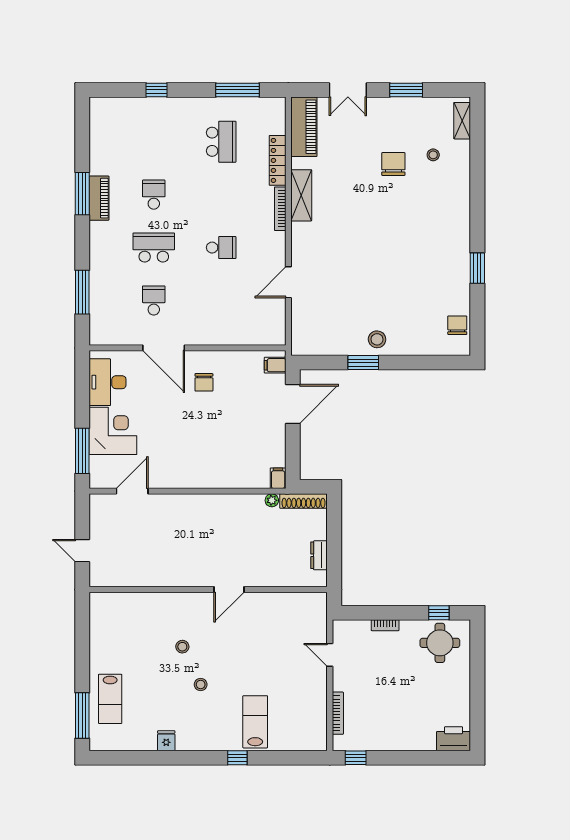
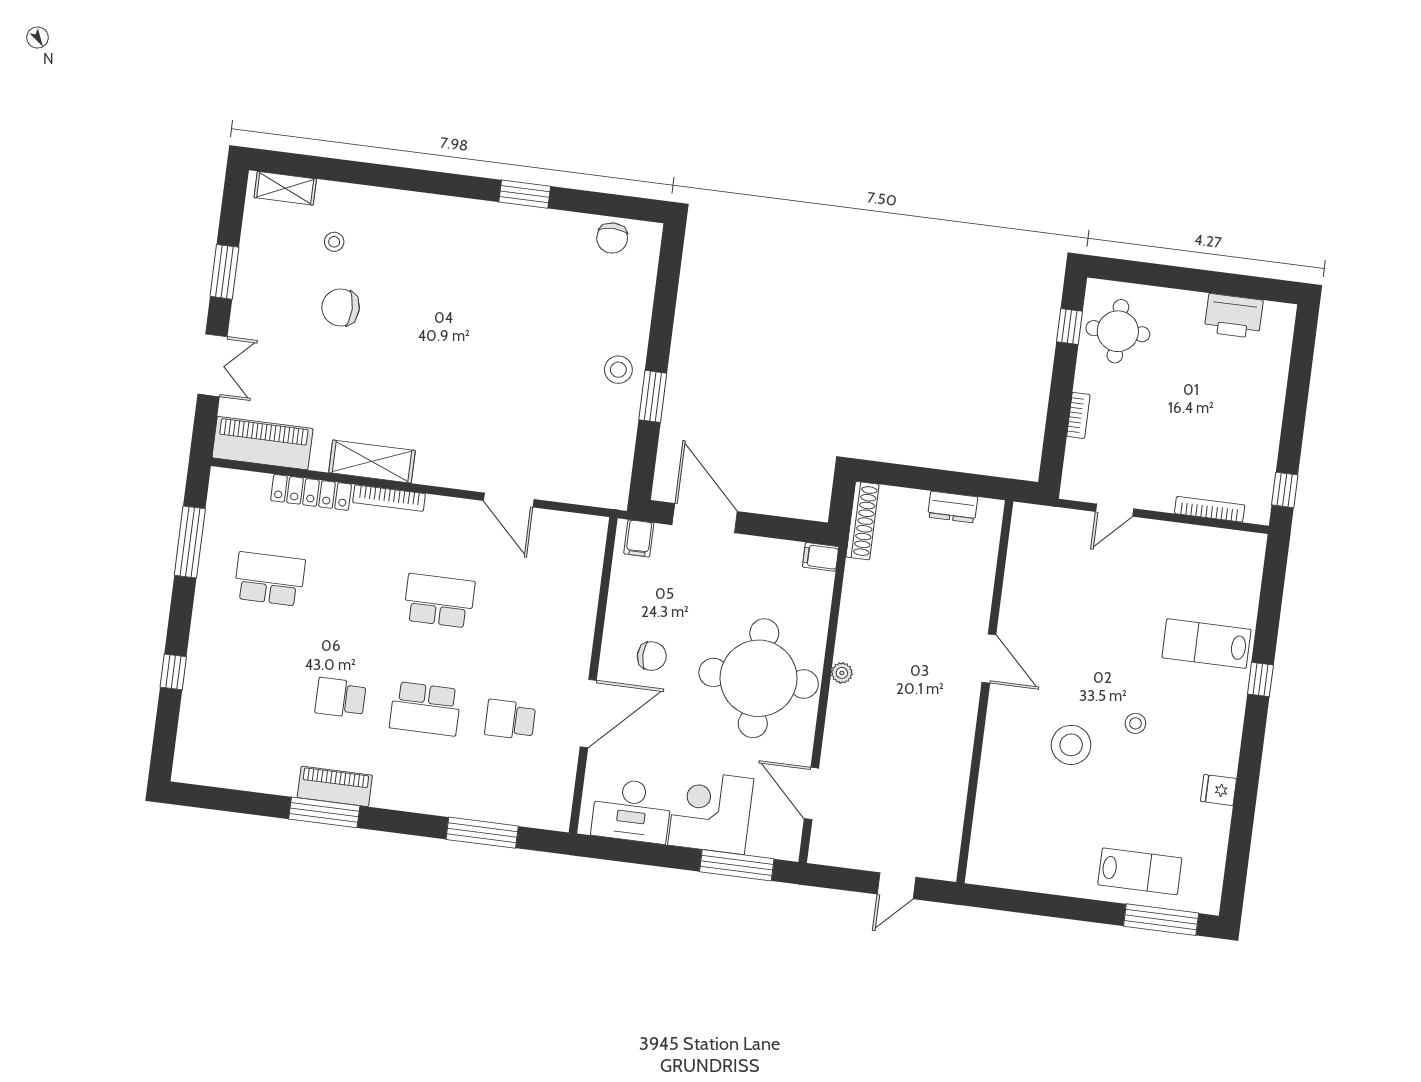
school desk: (154, 248) -> (425, 709), turned -90
school desk: (221, 248) -> (439, 601), width x1.85
chair: (457, 325) -> (612, 238), turned -90
round table: (199, 450) -> (759, 678), added
plant: (272, 500) -> (842, 673), moved
stool: (182, 647) -> (1071, 745), width x1.89, depth x1.89
printer: (454, 739) -> (1234, 316), moved, turned -90

